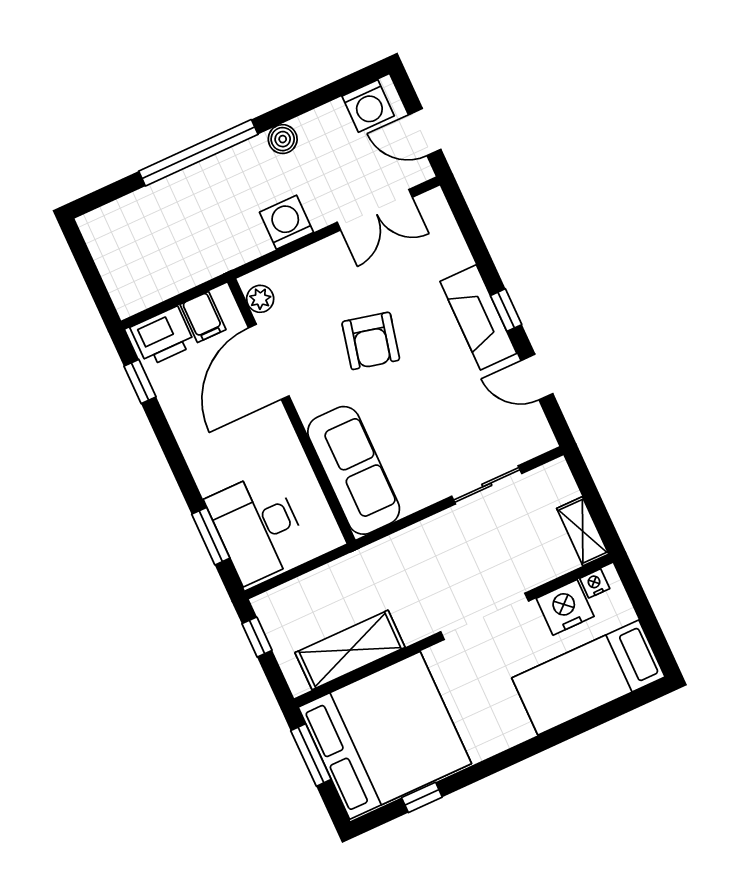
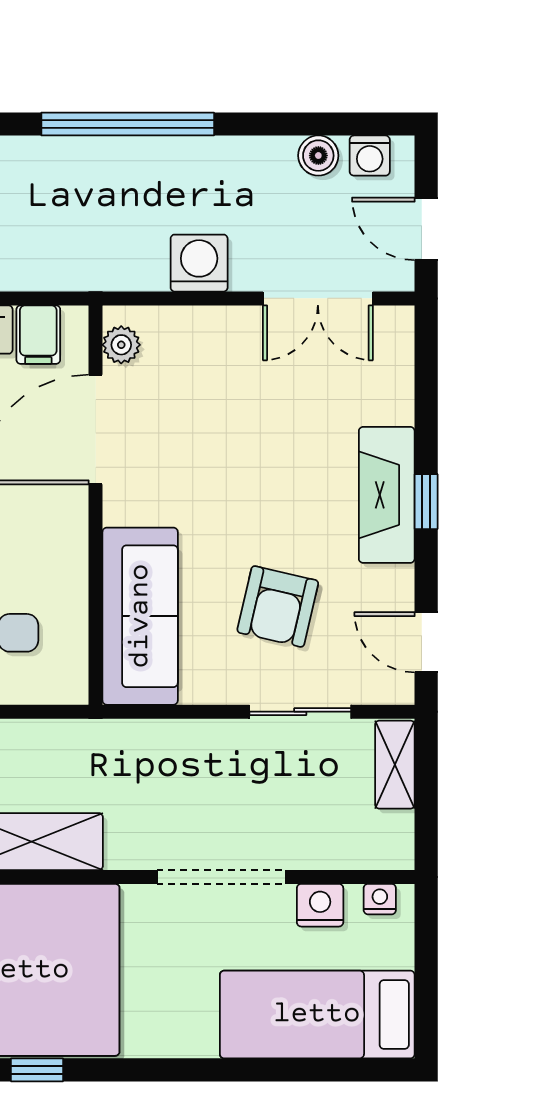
washing machine: (368, 106) -> (370, 156), width x0.73, depth x0.73
boiler: (283, 139) -> (318, 156), moved
armchair: (371, 341) -> (278, 606), moved
door: (537, 377) -> (426, 642), moved
shelving: (583, 531) -> (395, 765), moved
nightstand: (565, 607) -> (320, 905), width x0.74, depth x0.75

